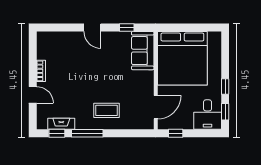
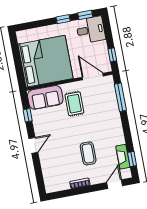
rug: (130, 81) -> (74, 104), added
door: (33, 95) -> (115, 184), moved
coffee table: (107, 110) -> (88, 153), moved
window: (87, 133) -> (120, 97), moved

